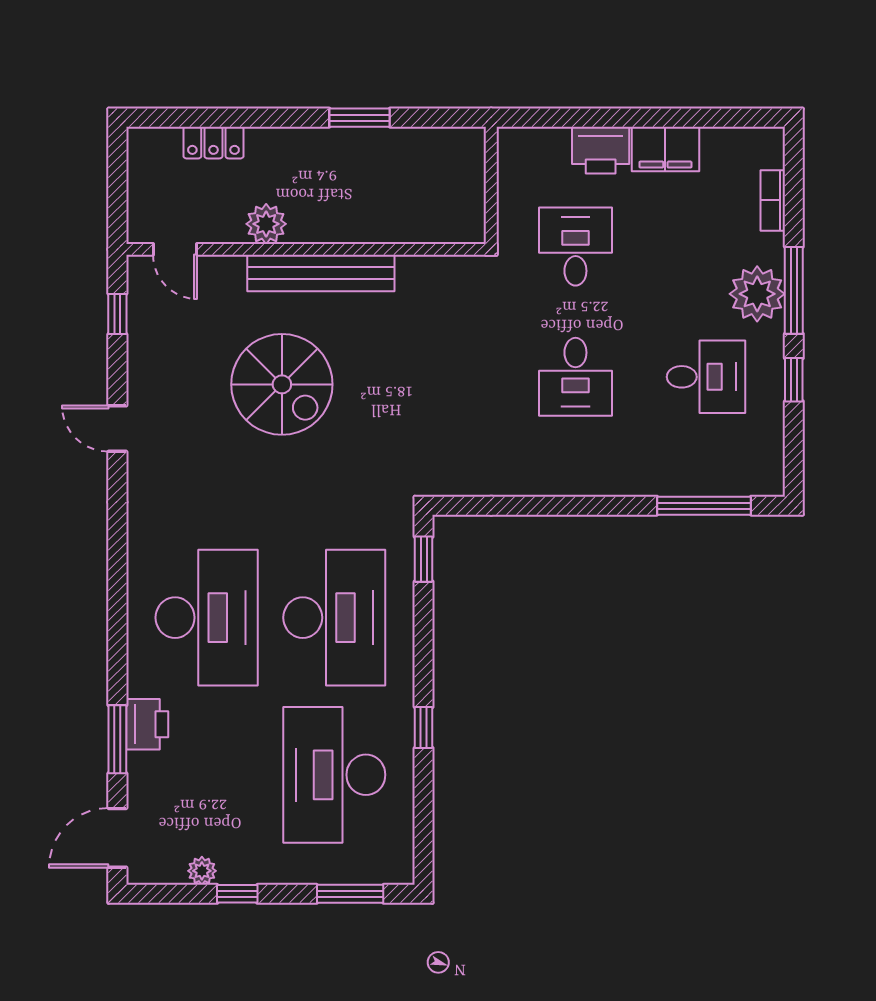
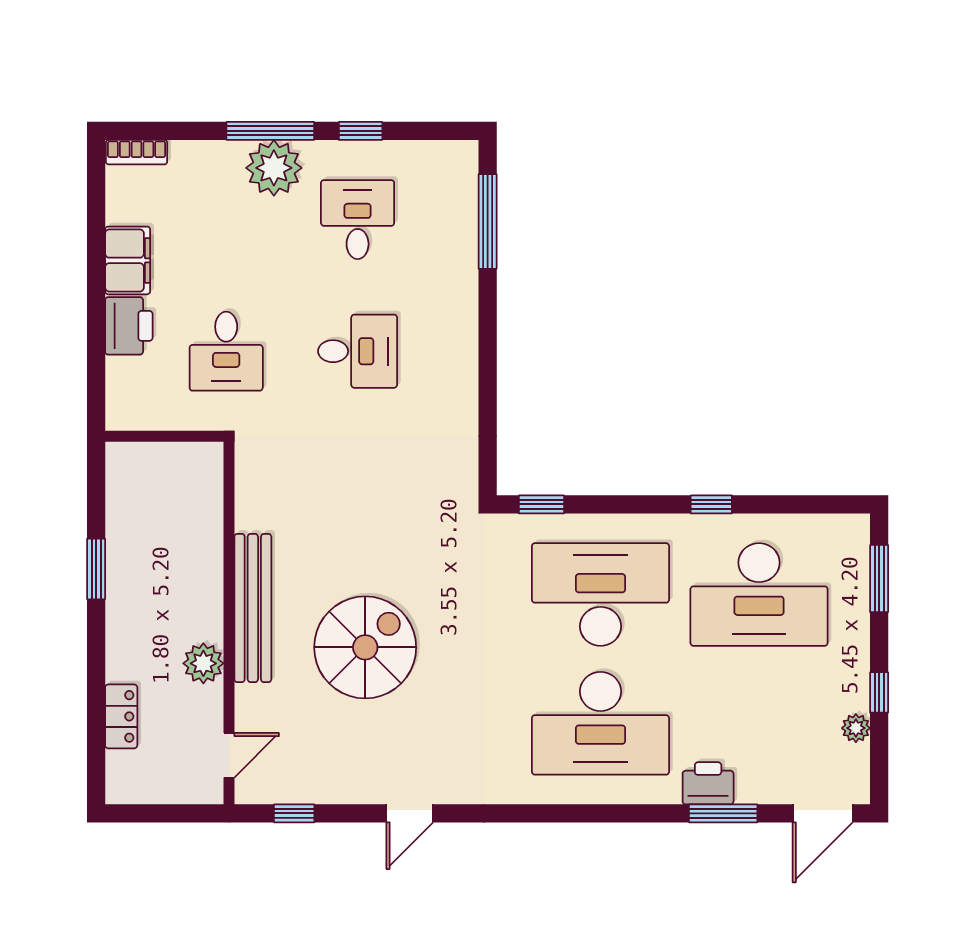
bookcase: (773, 200) -> (137, 152), moved
desk: (575, 247) -> (226, 351), turned -90
desk: (207, 618) -> (600, 723), turned 180
door: (117, 838) -> (823, 813), hinge flipped

